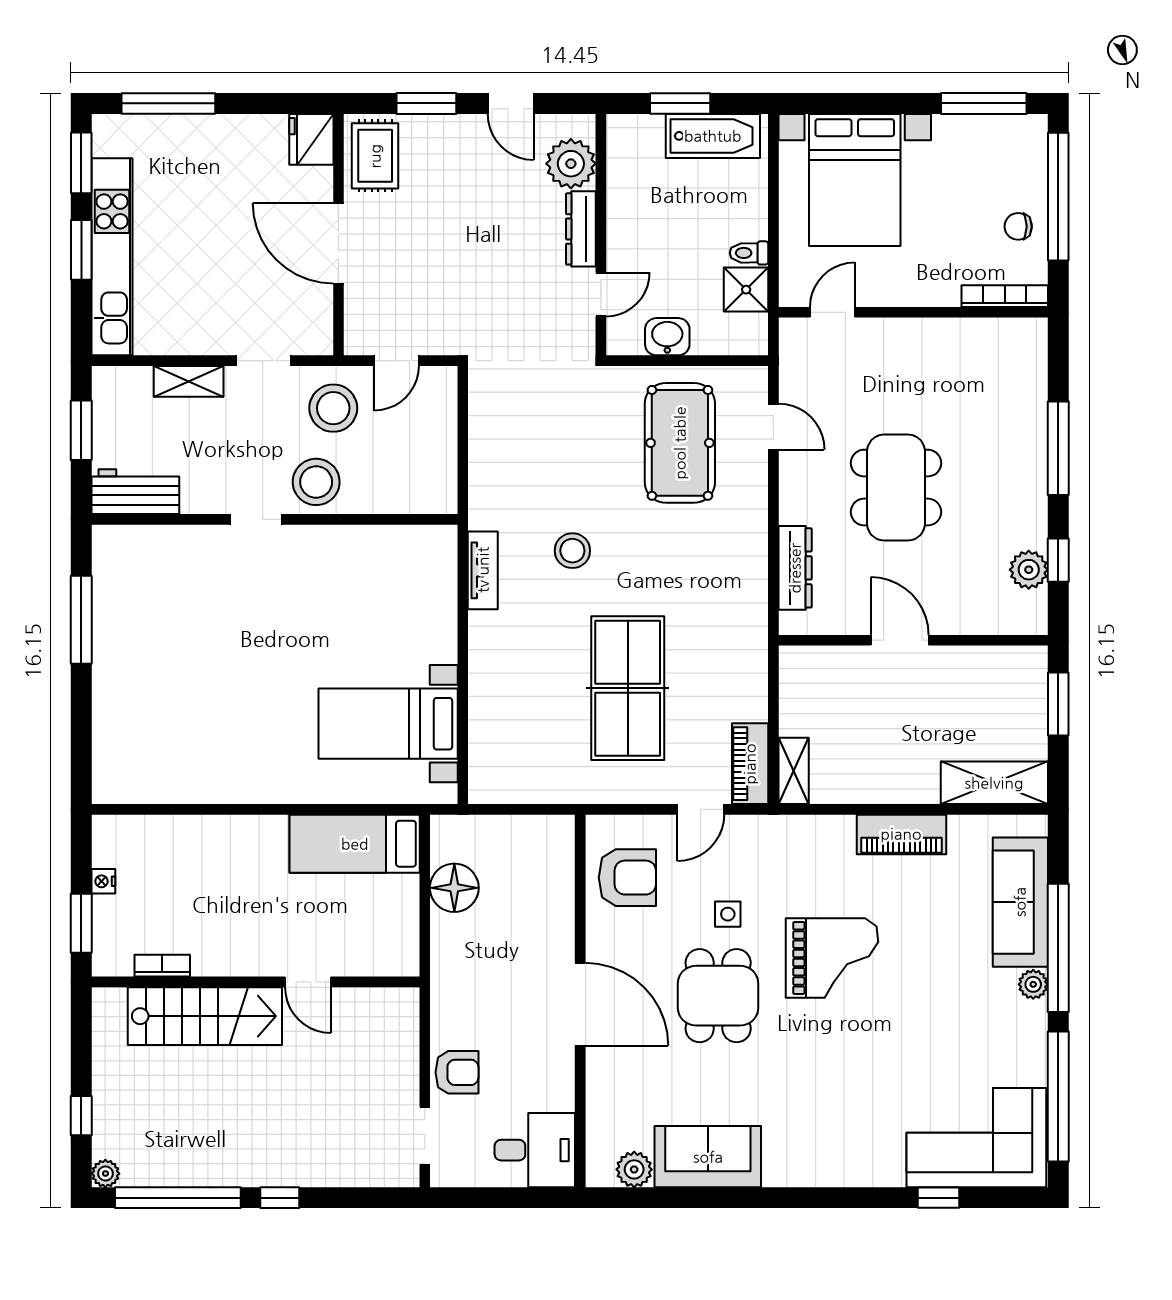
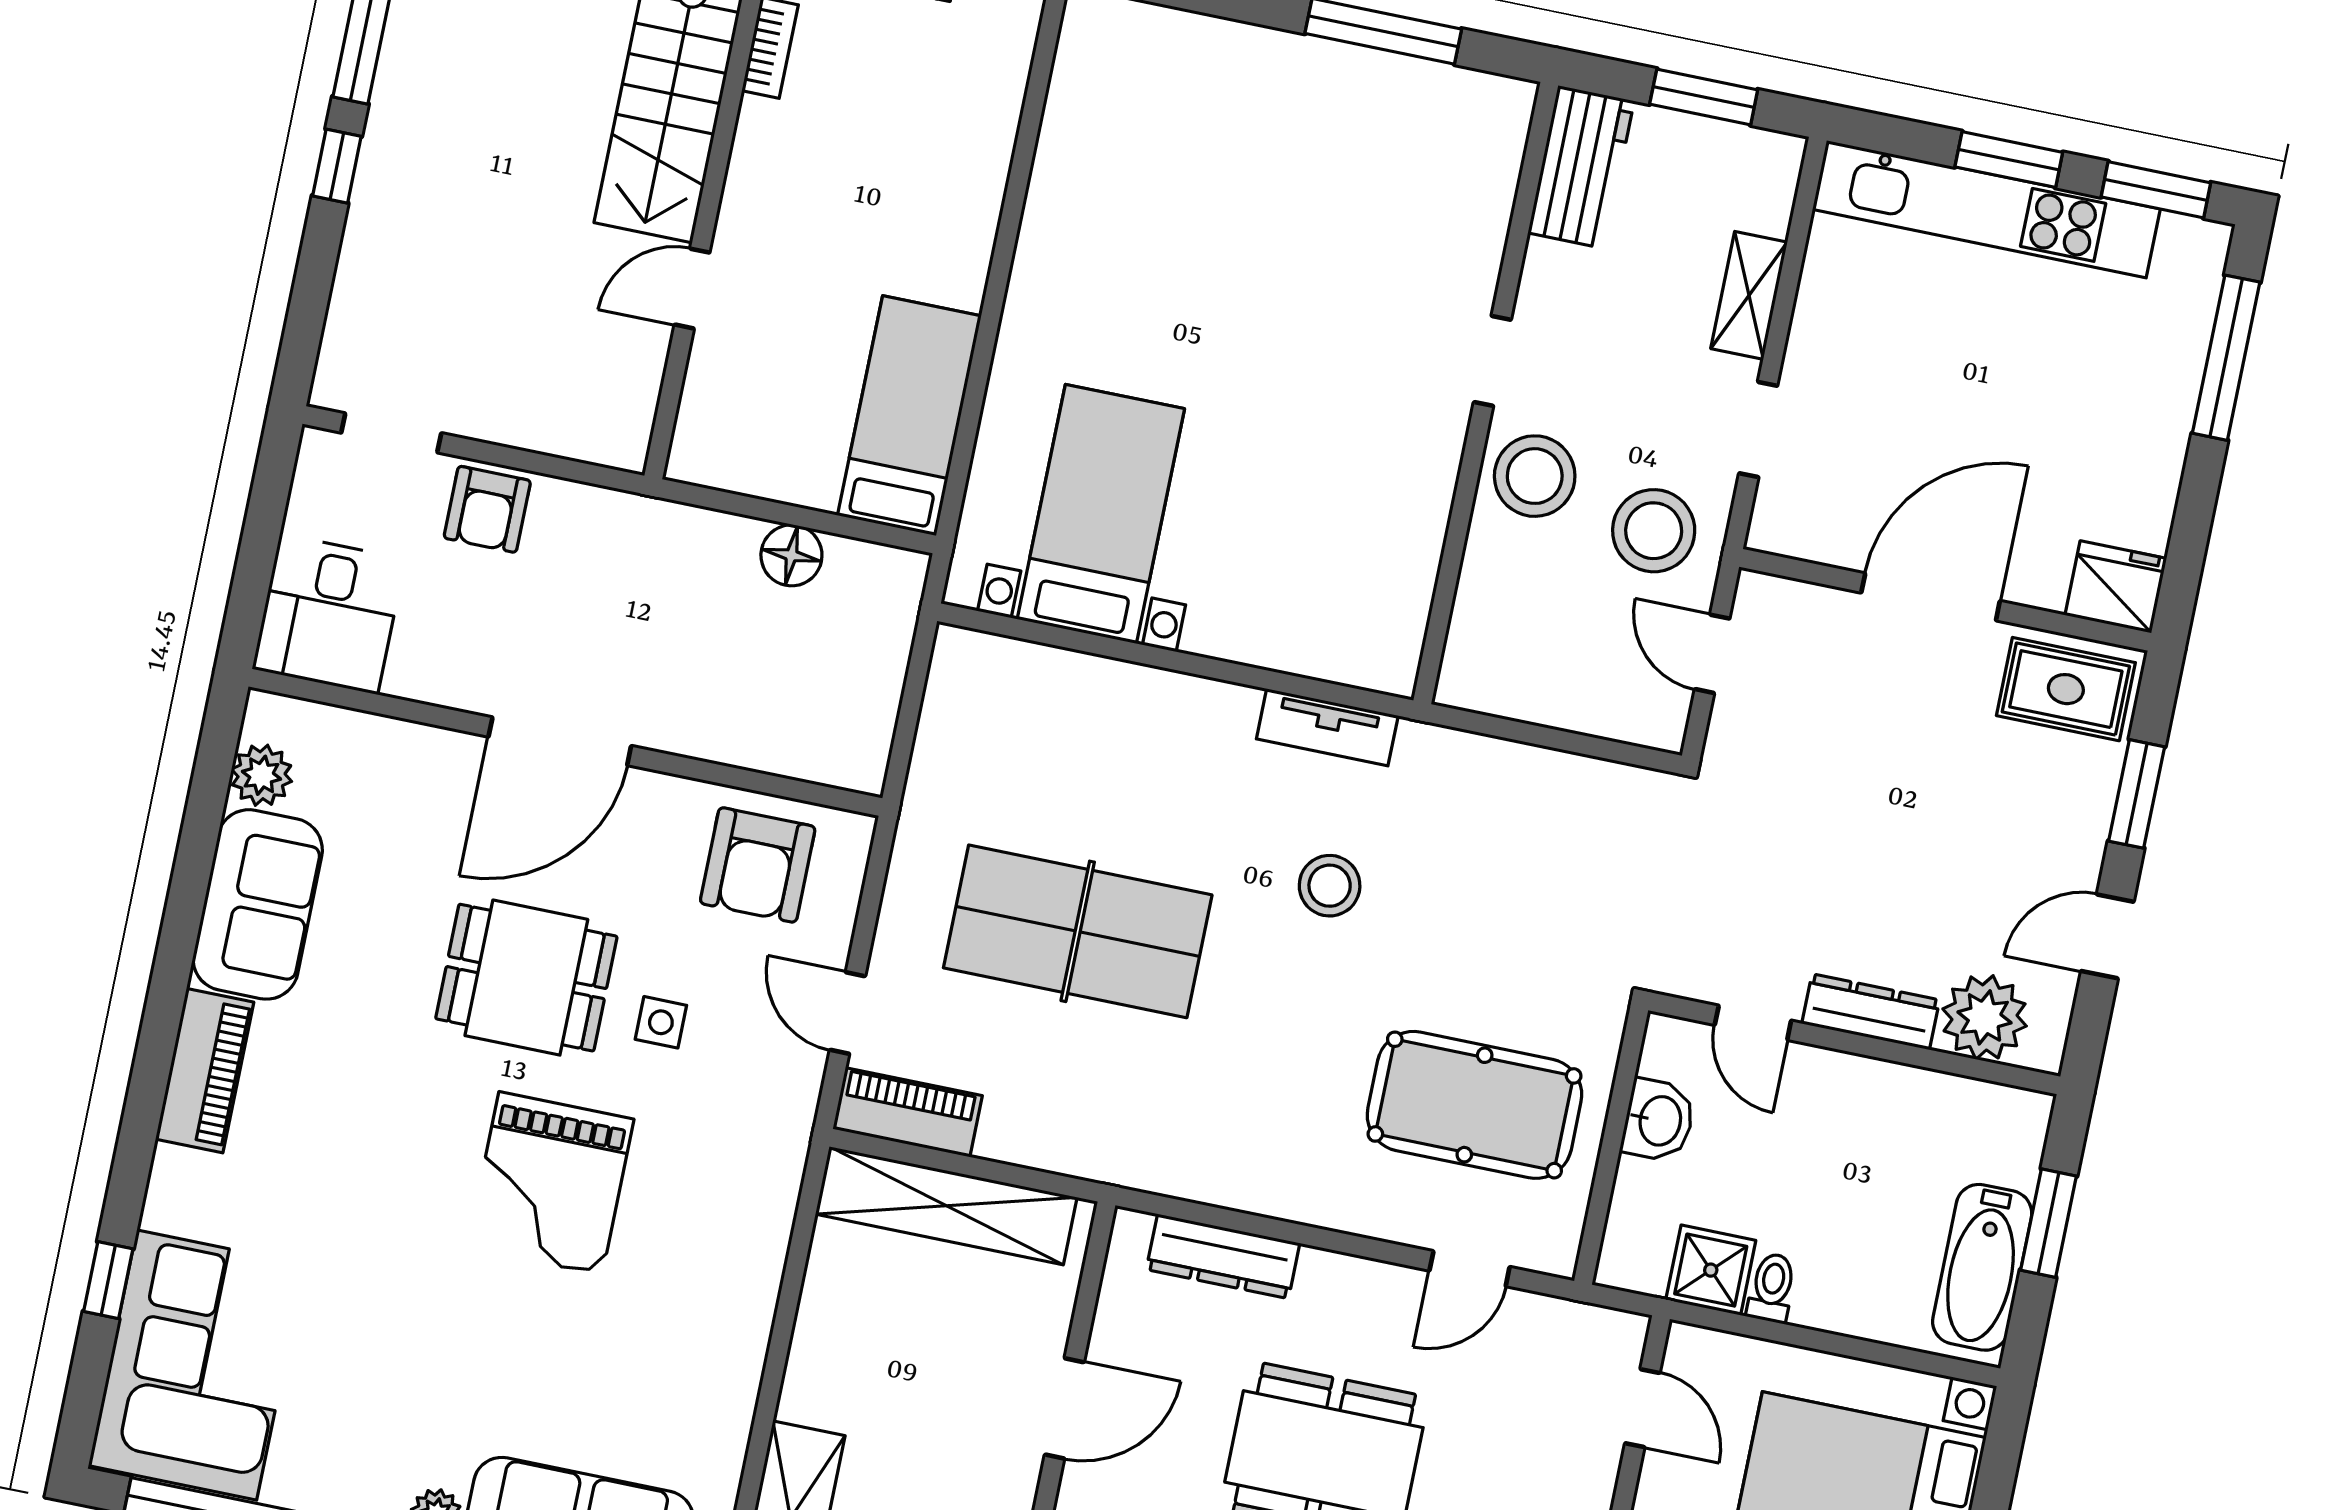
shelving: (794, 771) -> (946, 1206), width x2.20, depth x1.33
piano: (901, 834) -> (205, 1071), moved, turned 180
floor lamp: (454, 888) -> (791, 555), width x0.73, depth x0.73

